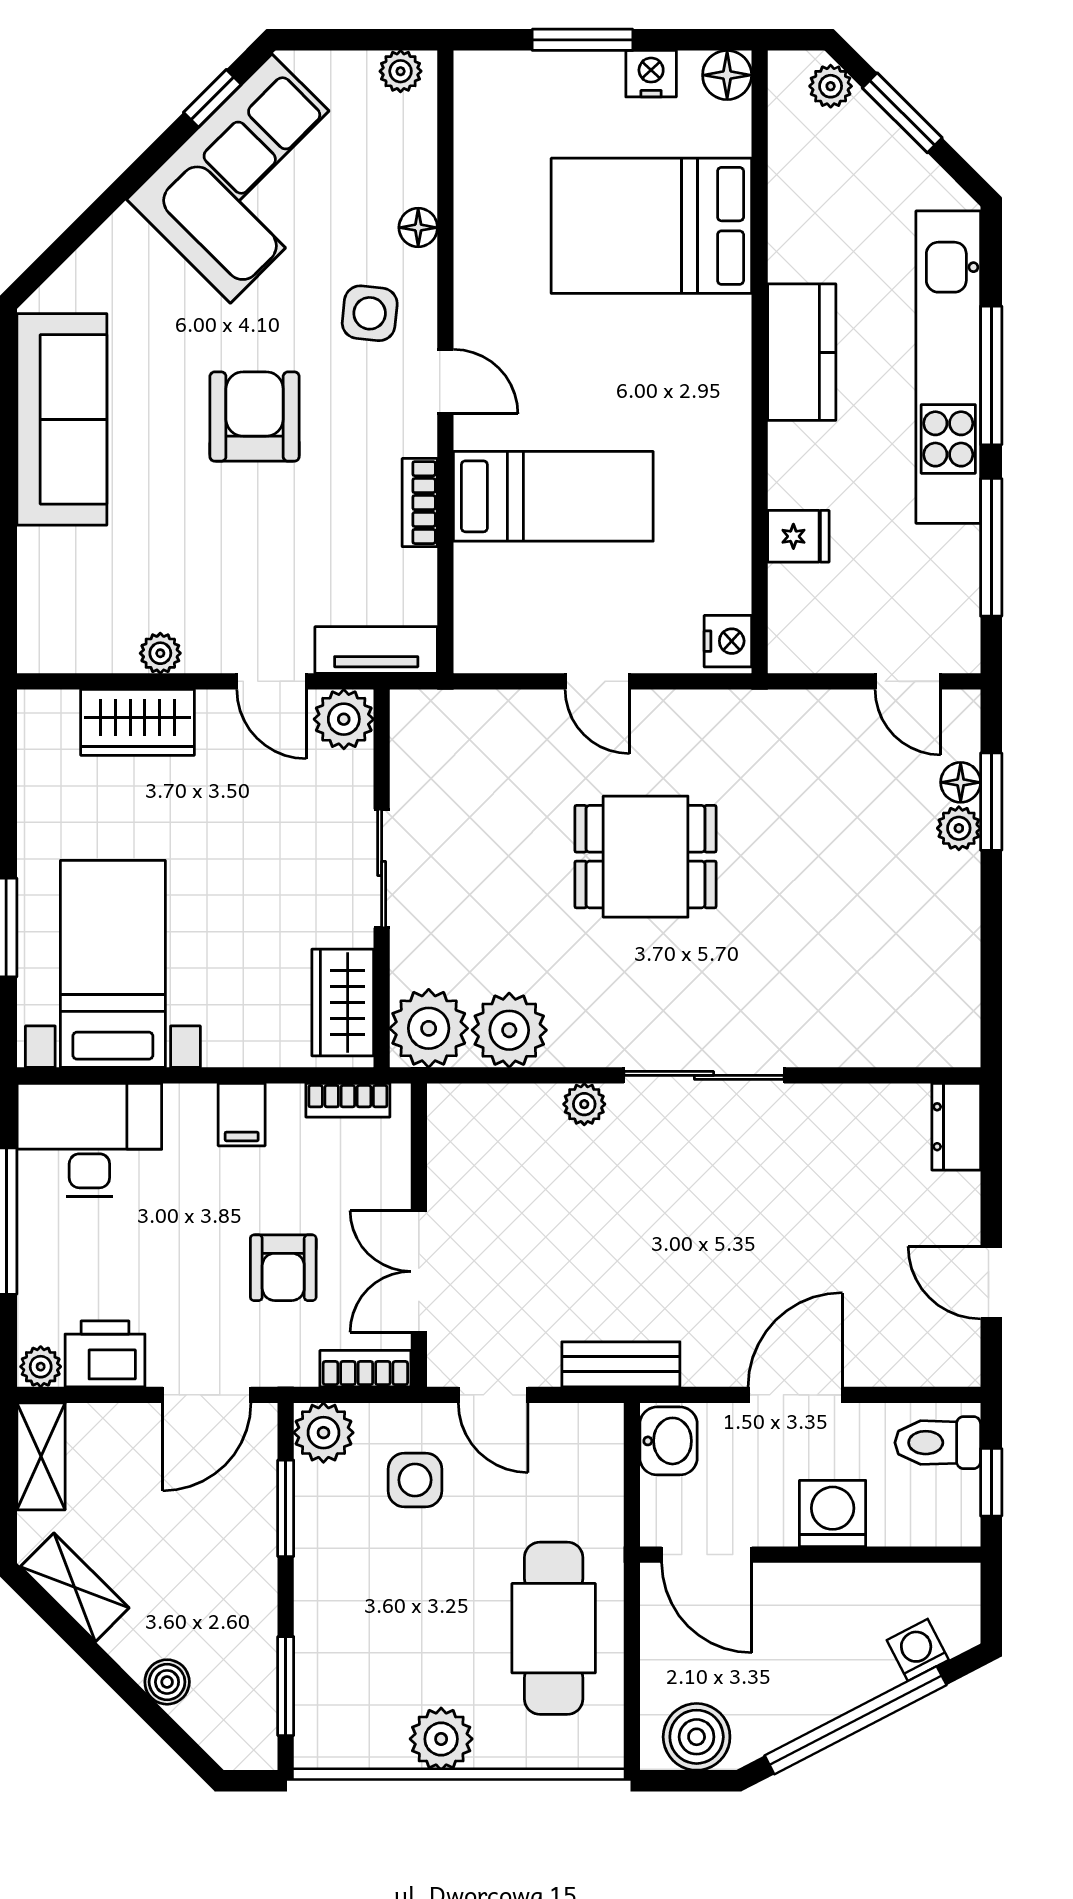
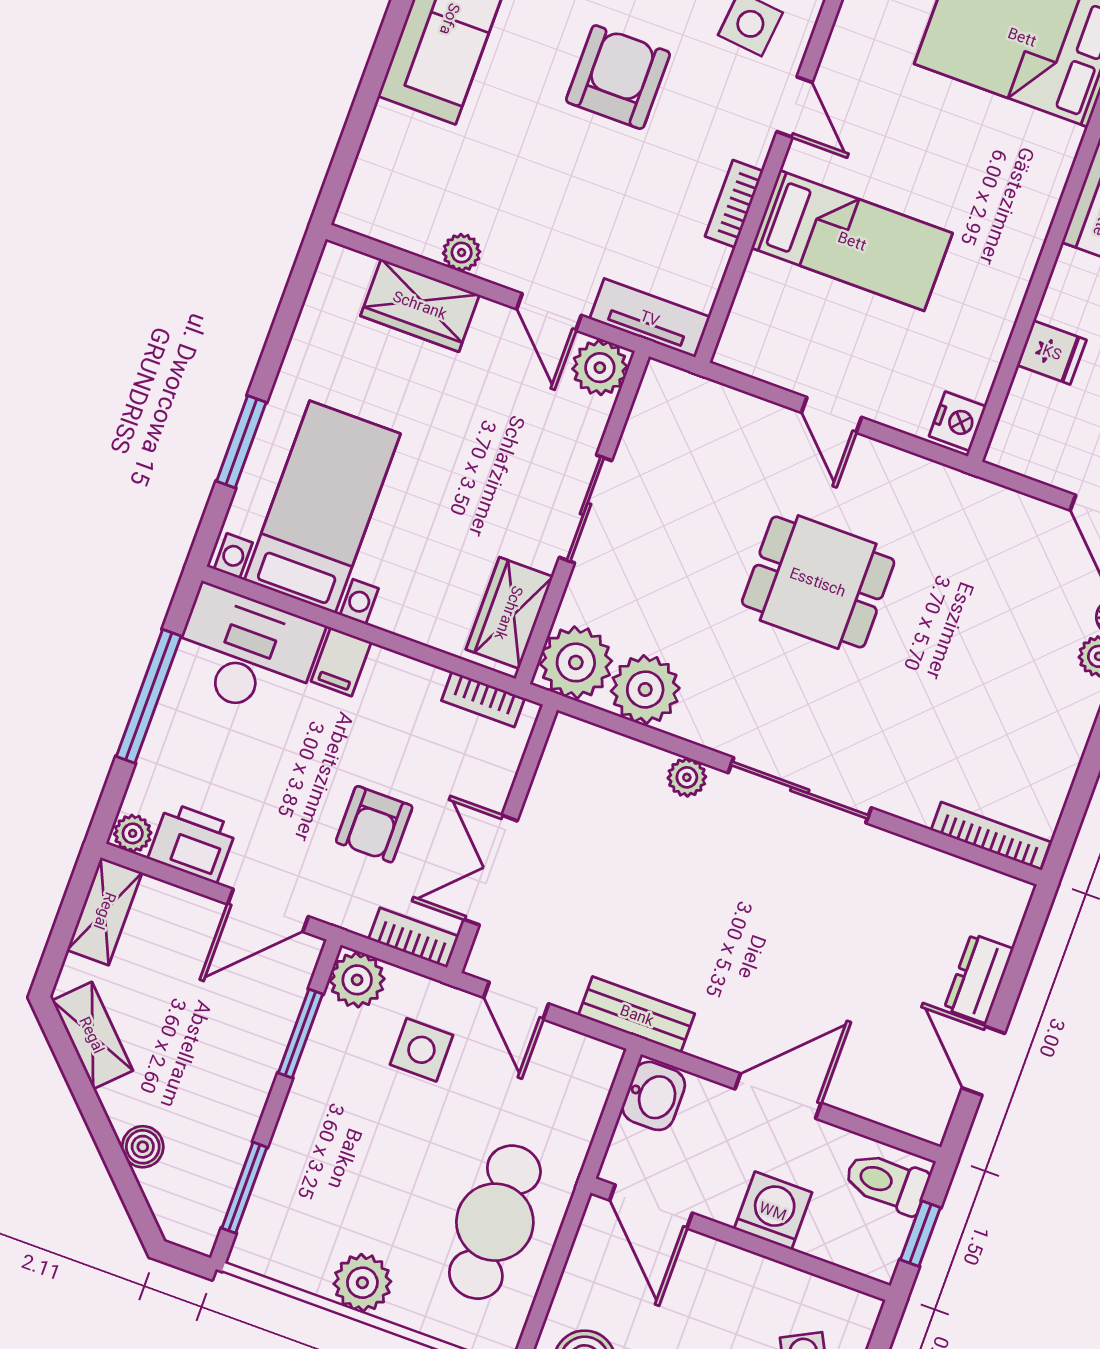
bookcase: (915, 1051) -> (991, 836), added
filing cabinet: (242, 1115) -> (341, 662), moved
dresser: (956, 1127) -> (979, 979), moved

